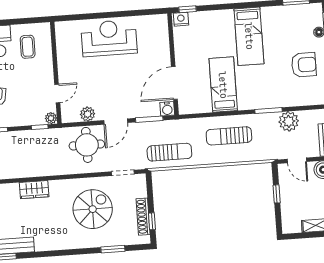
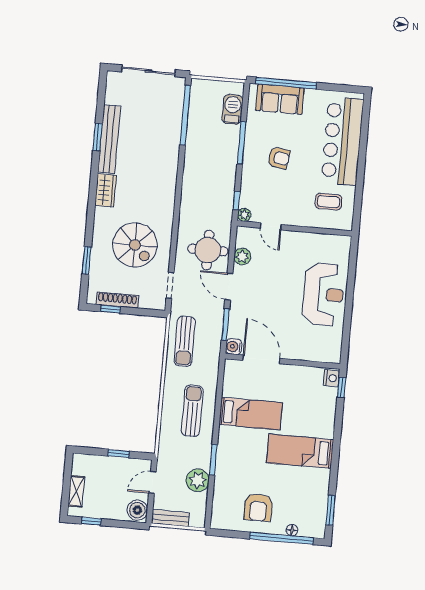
wardrobe: (34, 190) -> (105, 190), moved, turned 180

